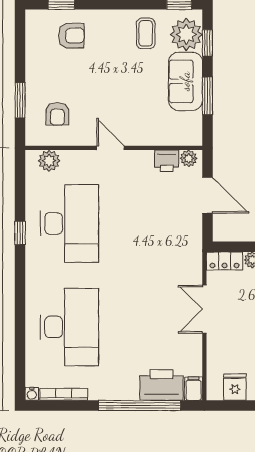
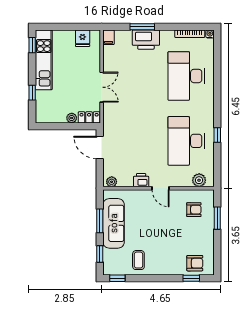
plant: (186, 34) -> (113, 259), removed
armchair: (71, 36) -> (195, 263), moved, turned 180
sofa: (185, 81) -> (114, 223), width x1.36
armchair: (57, 114) -> (194, 210), turned 90
printer: (167, 161) -> (141, 180), moved
door: (207, 195) -> (100, 148), moved
printer: (162, 385) -> (146, 40), moved
window: (140, 406) -> (142, 27), width x0.47

